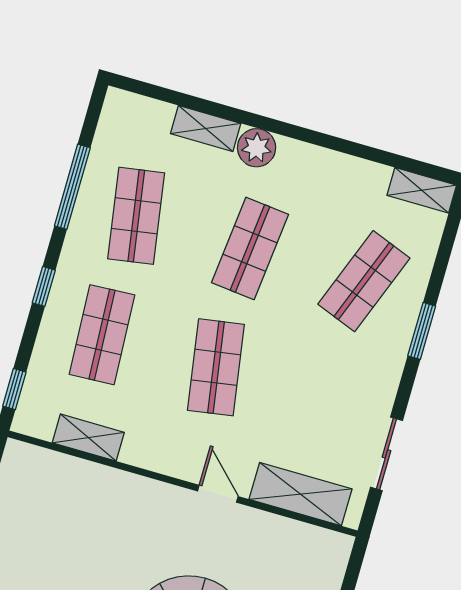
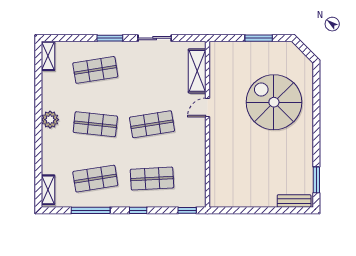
shelving: (206, 128) -> (48, 190), moved
plant: (257, 148) -> (50, 120), moved
shop shelf: (364, 281) -> (95, 70), turned -30
shelving: (88, 438) -> (199, 172), removed
sliding door: (386, 454) -> (155, 38), moved

